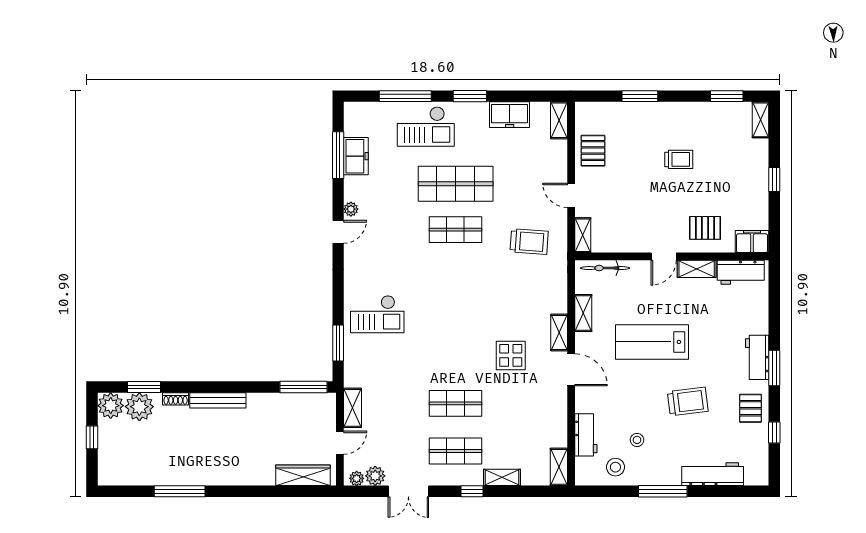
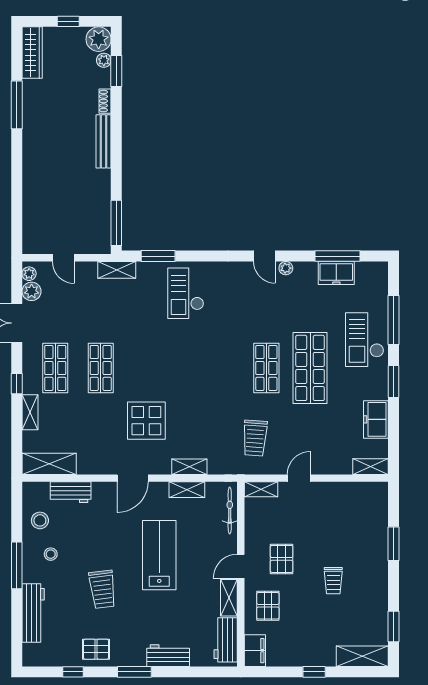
shelving: (761, 120) -> (362, 656), width x1.50, depth x1.33
pallet: (593, 151) -> (282, 559), moved, turned 90
door: (664, 256) -> (241, 566), hinge flipped
shelving: (559, 333) -> (189, 467), moved
display table: (511, 355) -> (146, 421), width x1.36, depth x1.36
workbench: (757, 357) -> (168, 656), moved
plant: (139, 407) -> (104, 60), width x0.53, depth x0.53
shelving: (353, 408) -> (117, 270), moved
stool: (637, 440) -> (51, 554), moved
shelving: (559, 467) -> (49, 464), width x1.50, depth x1.33
wardrobe: (303, 475) -> (32, 53), moved

